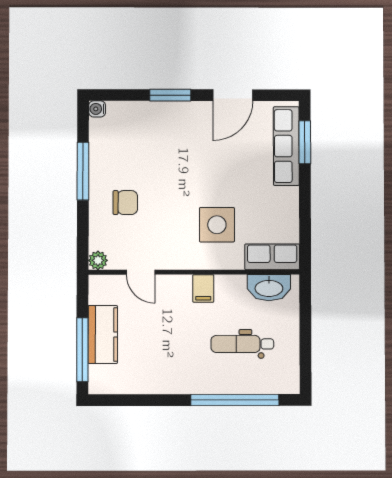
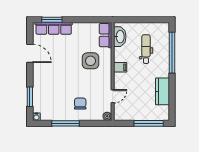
window: (170, 95) -> (30, 97), moved
kitchen counter: (103, 335) -> (163, 91), moved, turned -90
dental chair: (242, 344) -> (146, 49), turned 180

